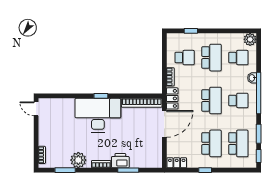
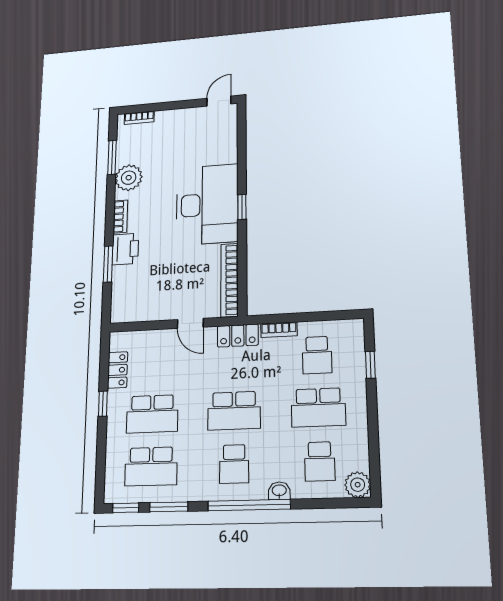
door: (164, 124) -> (190, 323), width x0.53
locker: (177, 163) -> (118, 370), moved

